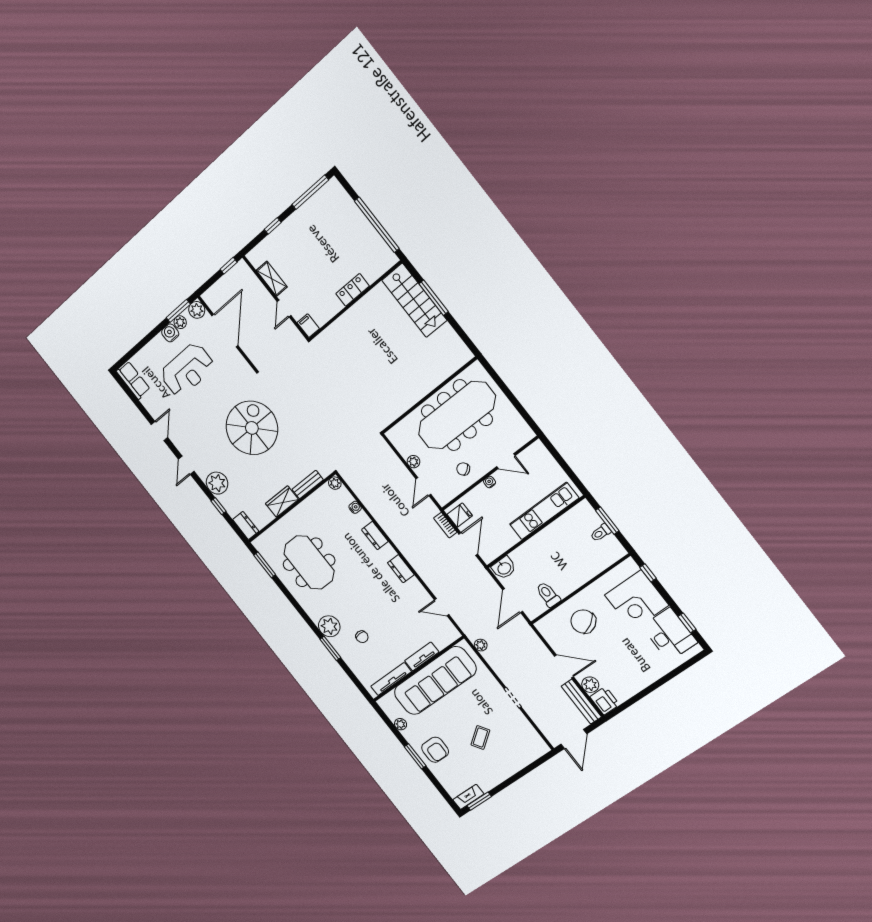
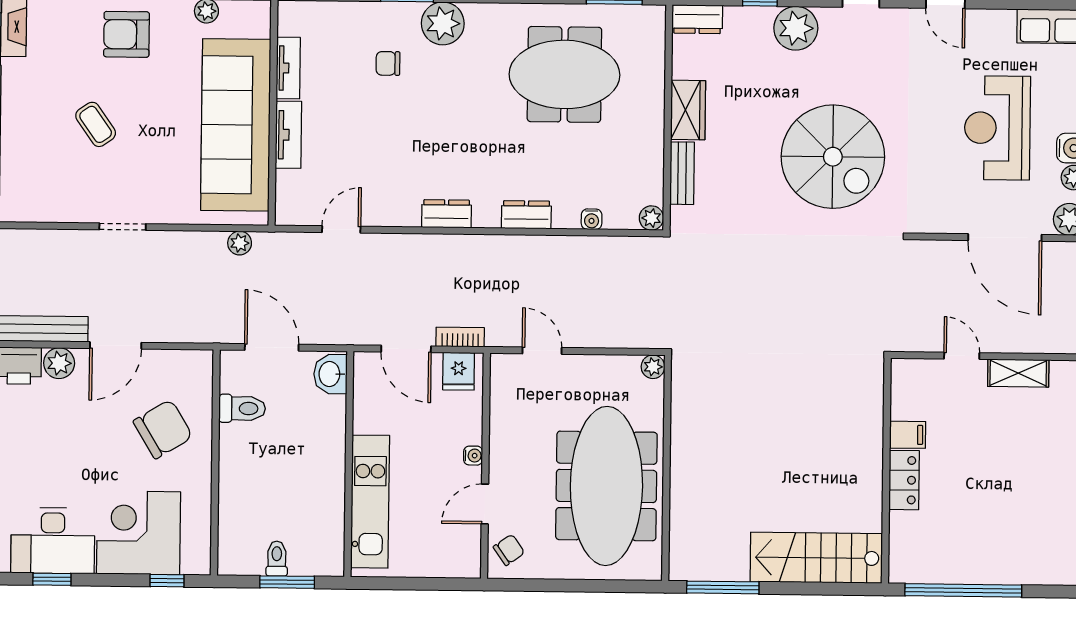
window: (434, 298) -> (723, 587), moved
filing cabinet: (308, 326) -> (908, 435), moved
plant: (413, 462) -> (653, 367), moved
chair: (463, 469) -> (509, 550), moved
tv unit: (391, 679) -> (288, 68), width x0.71

